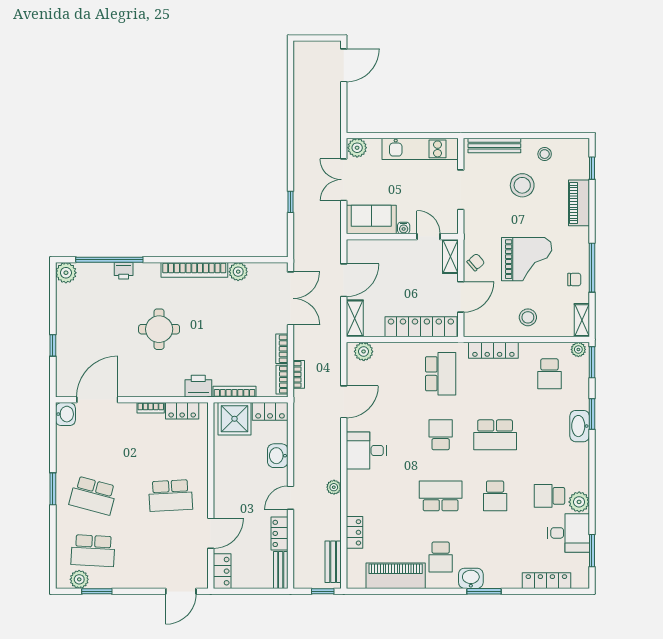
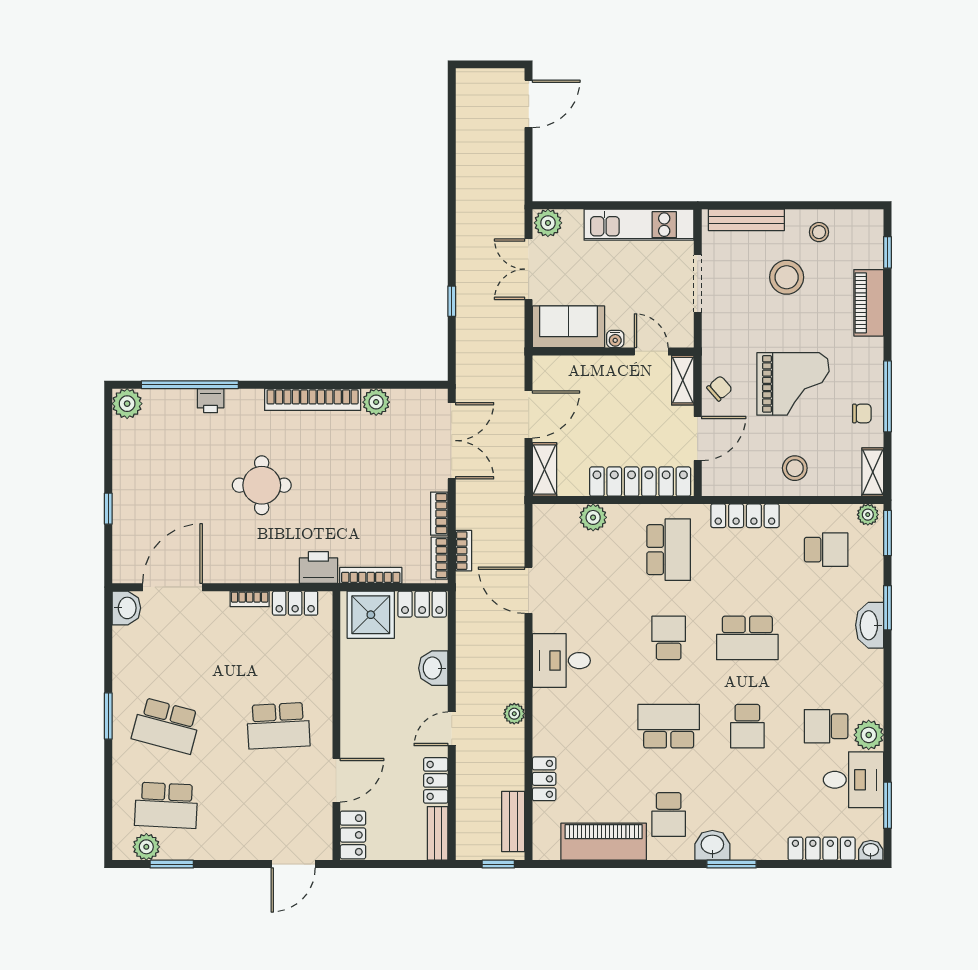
plant: (364, 351) -> (593, 517), moved
school desk: (549, 374) -> (826, 550), turned -90
door: (344, 402) -> (529, 590), swing flipped
washbasin: (580, 582) -> (871, 850), added

